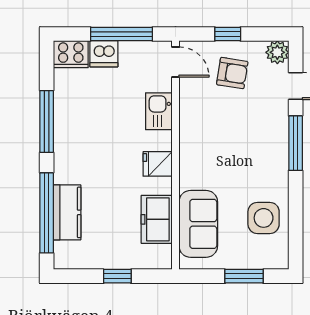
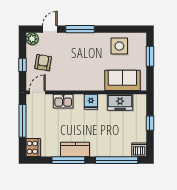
dishwasher: (104, 54) -> (139, 150), moved, turned -90
kitchen counter: (67, 212) -> (75, 149), moved

